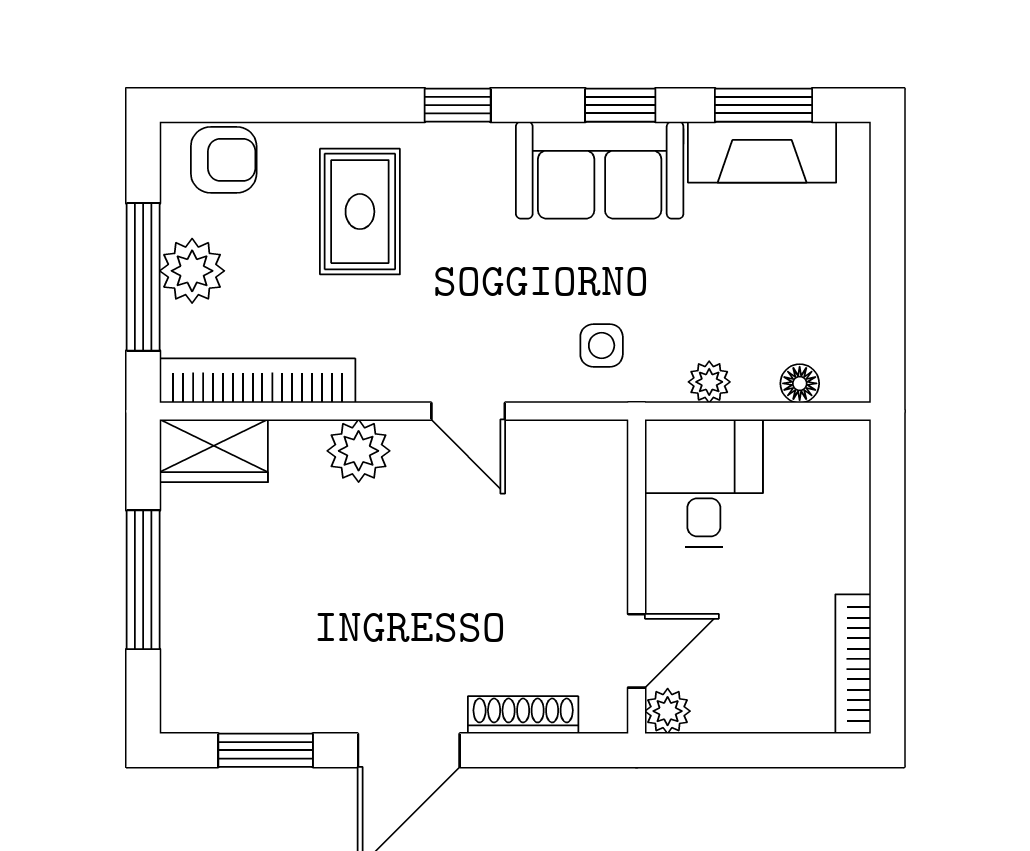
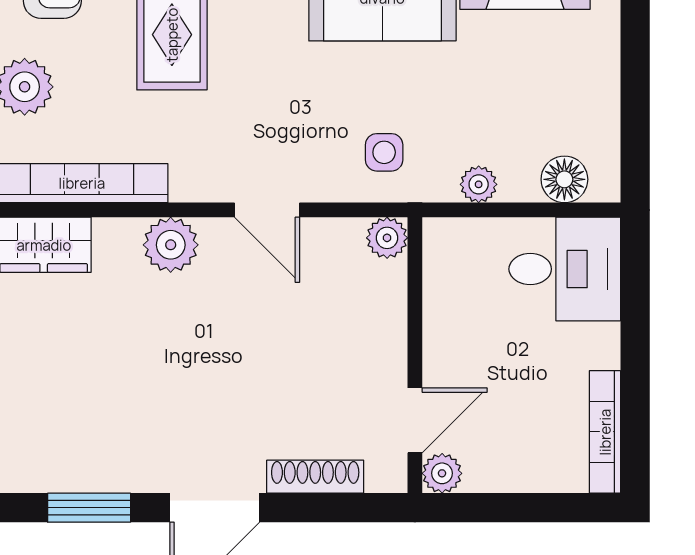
floor lamp: (800, 383) -> (564, 179), width x1.37, depth x1.37
plant: (605, 443) -> (387, 238), added
desk: (704, 483) -> (565, 269), moved, turned 90

